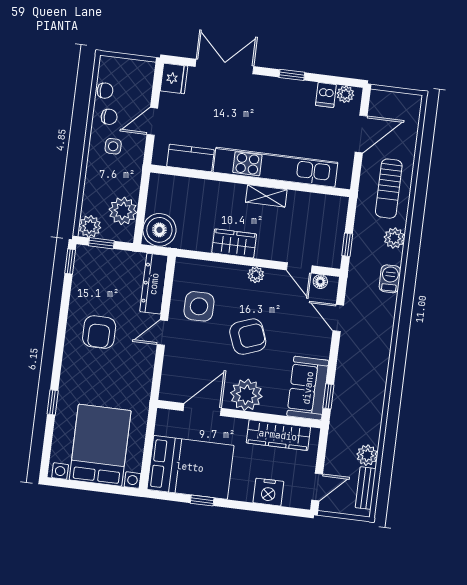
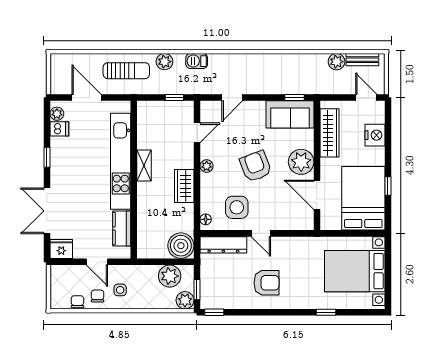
floor lamp: (320, 282) -> (206, 219), moved

